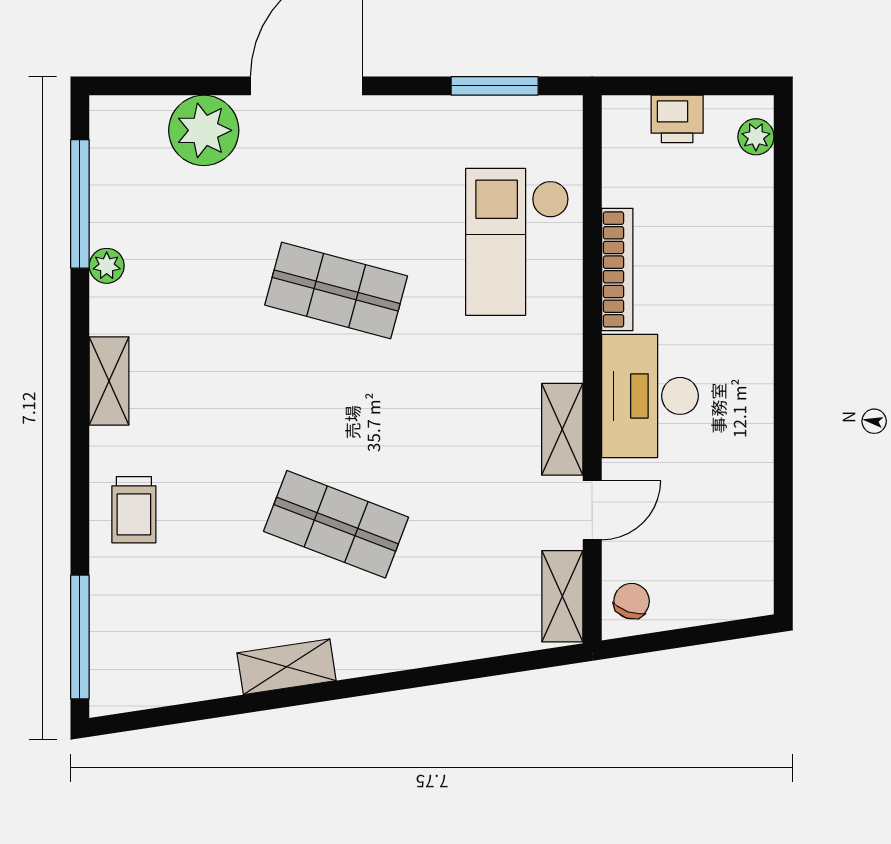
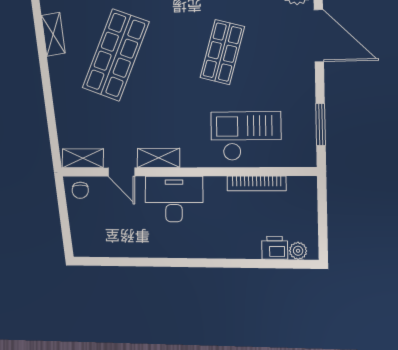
printer: (677, 119) -> (275, 248), moved, turned 90
bookcase: (617, 269) -> (256, 183), moved
shop shelf: (336, 524) -> (116, 55), width x1.43, depth x1.36
chair: (632, 601) -> (80, 190), turned 71

